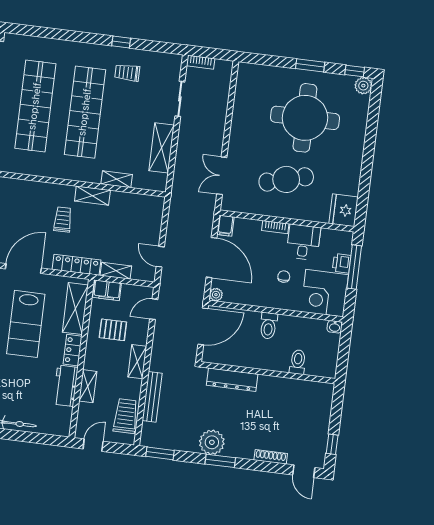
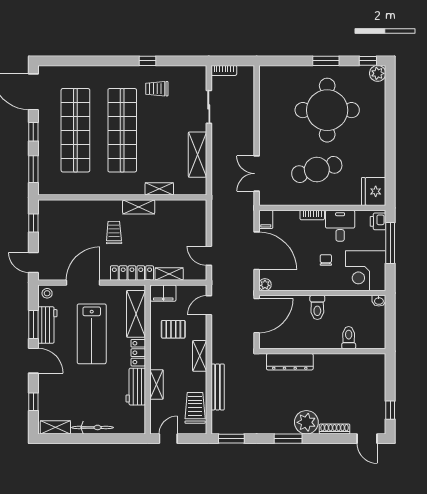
printer: (342, 263) -> (378, 221), moved
plant: (212, 442) -> (306, 422), moved

